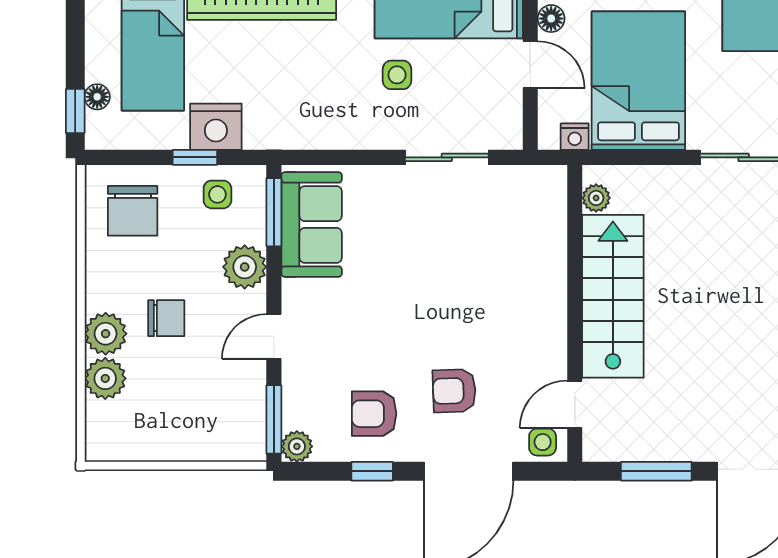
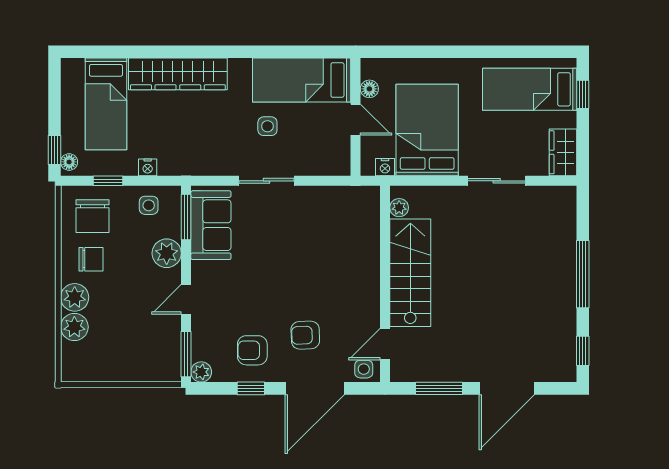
floor lamp: (97, 97) -> (69, 162), moved
nightstand: (216, 127) -> (148, 167), width x0.53, depth x0.56
window: (195, 157) -> (108, 181), moved
sliding door: (447, 157) -> (266, 181), moved
chair: (166, 318) -> (91, 259), moved

